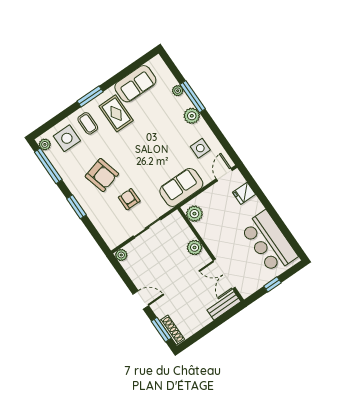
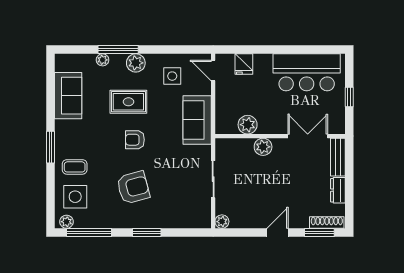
rug: (116, 113) -> (128, 102), moved
armchair: (129, 199) -> (135, 140), moved
plant: (194, 214) -> (248, 125), moved
double door: (224, 274) -> (308, 136), swing flipped
dresser: (200, 322) -> (338, 190), added

